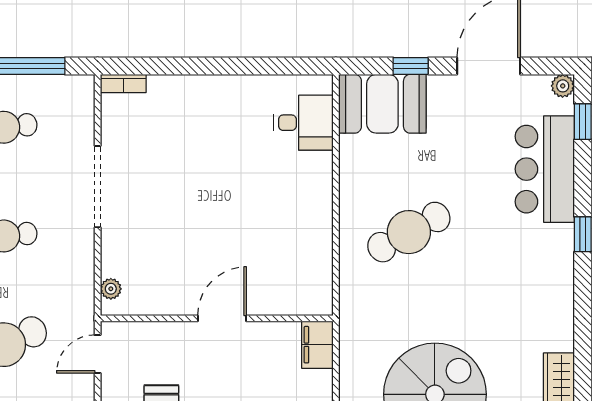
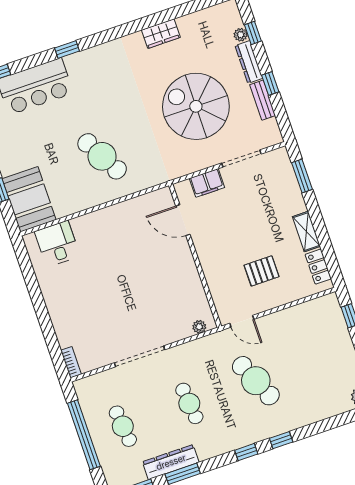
door: (222, 318) -> (183, 220), moved
filing cabinet: (317, 345) -> (207, 183), moved

